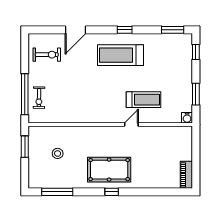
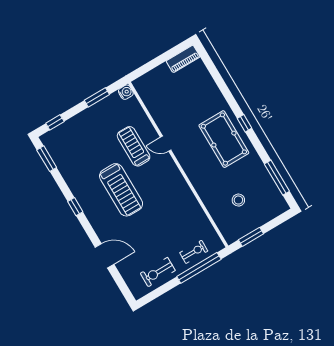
exercise bike: (47, 55) -> (158, 272), moved, turned -90
treadmill: (121, 55) -> (121, 190), moved

